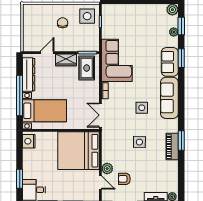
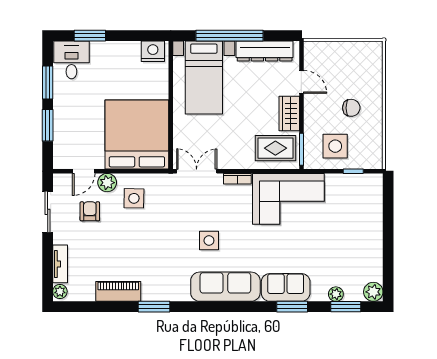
side table: (87, 16) -> (335, 146), moved
side table: (139, 142) -> (134, 198), moved
piano: (172, 147) -> (118, 291), moved

